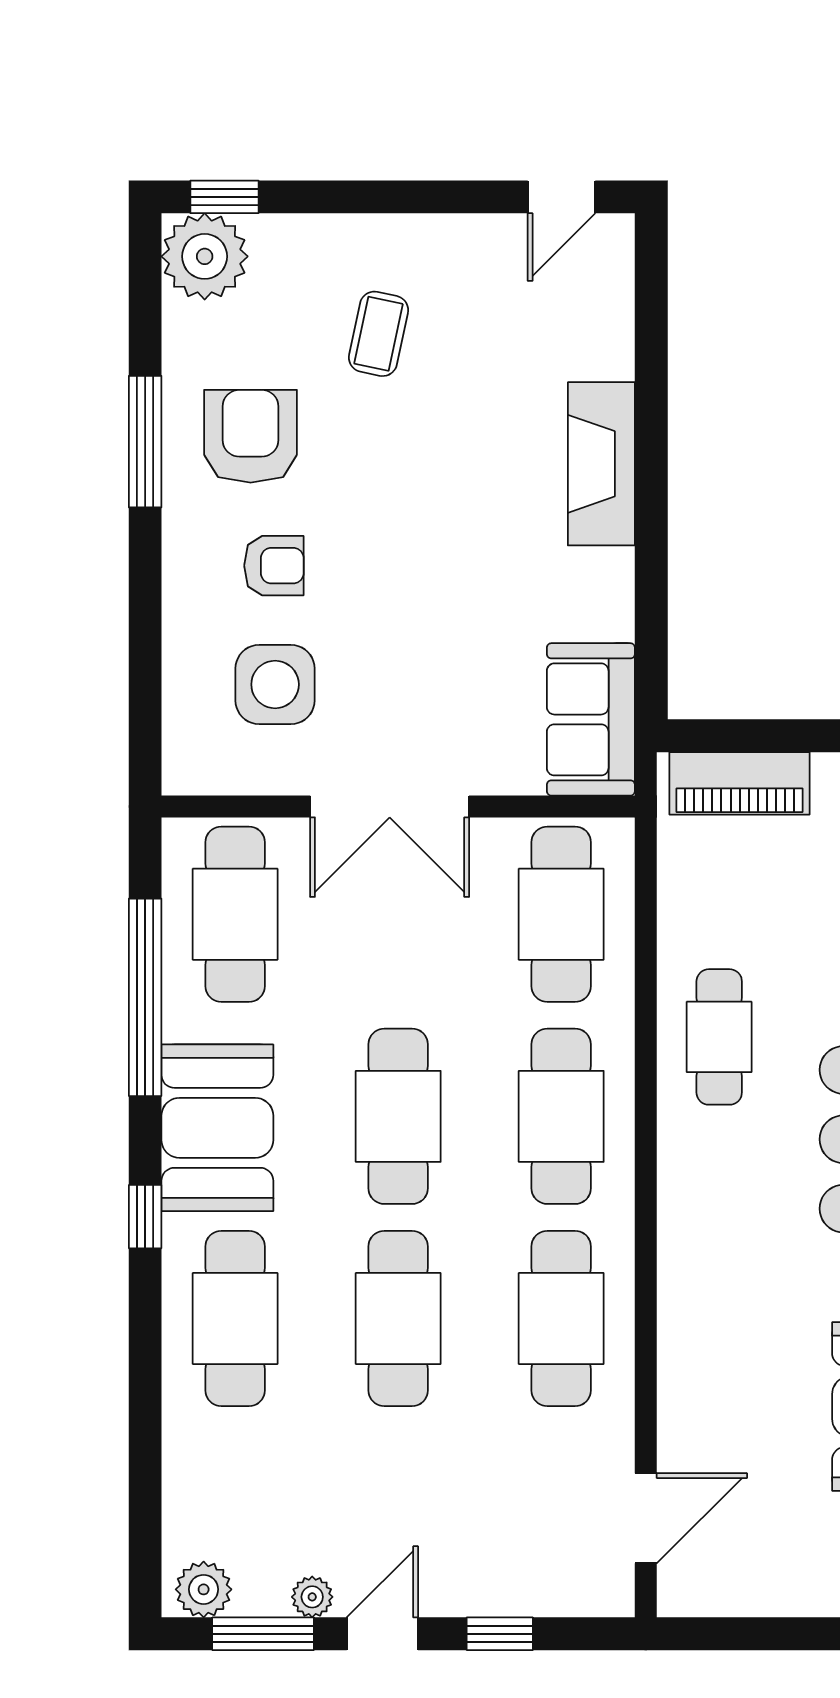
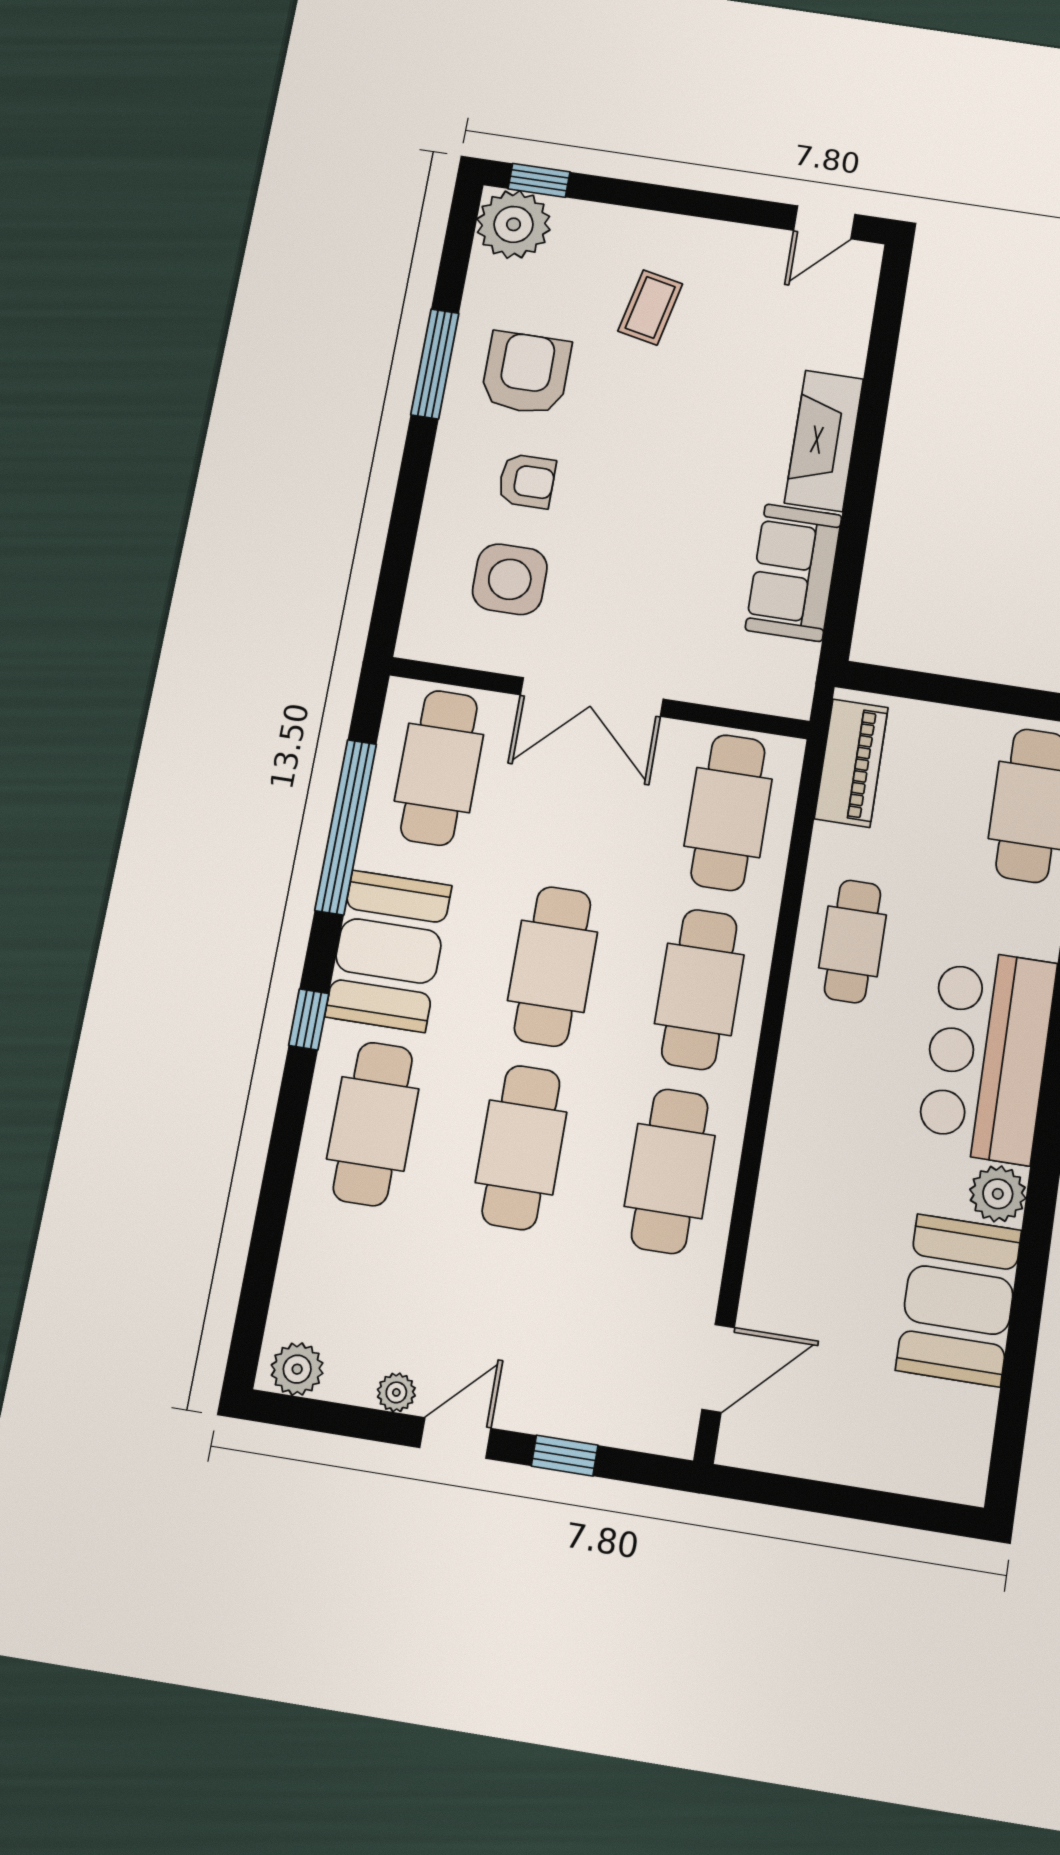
sofa: (591, 719) -> (794, 573), moved
piano: (740, 783) -> (851, 763), moved, turned -90
window: (263, 1634) -> (344, 1420), removed

